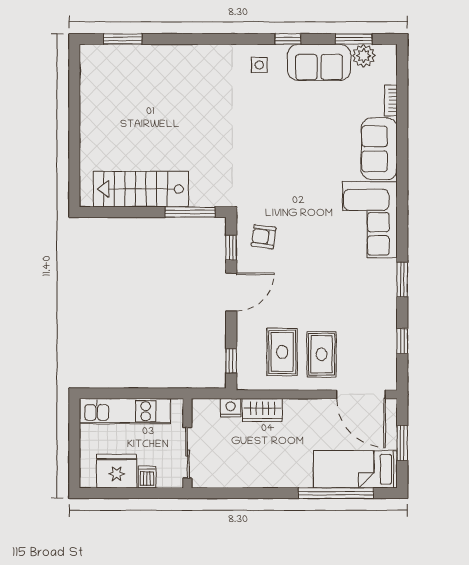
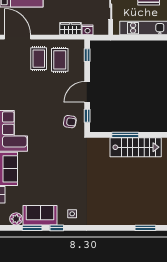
window: (354, 39) -> (32, 228), moved
window: (190, 212) -> (125, 135), moved

